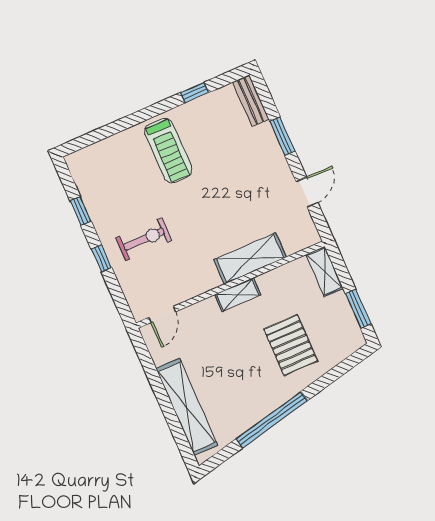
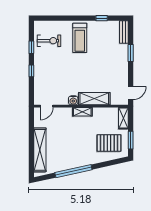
door: (307, 192) -> (131, 93), moved
exercise bike: (144, 239) -> (49, 41), moved
water cooler: (210, 280) -> (73, 100), added
pallet: (291, 345) -> (109, 143), moved, turned 90

